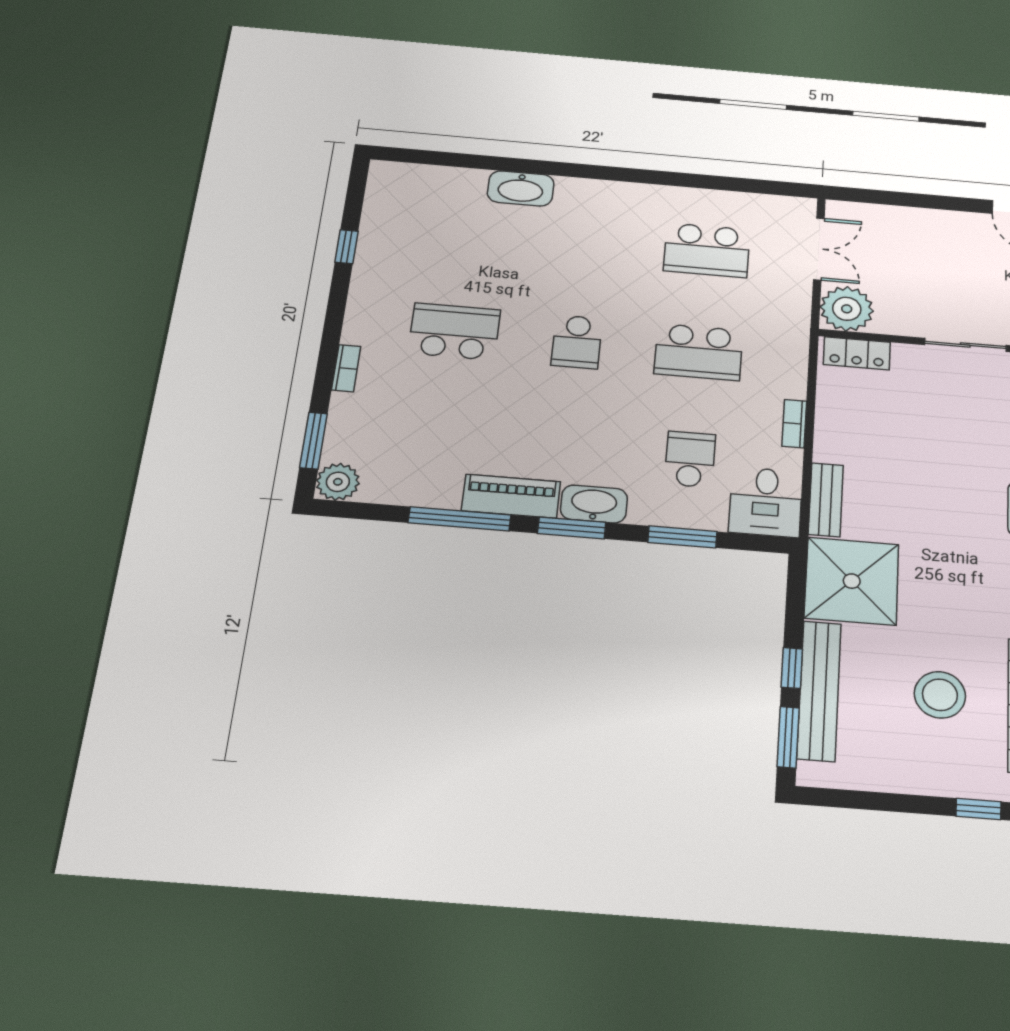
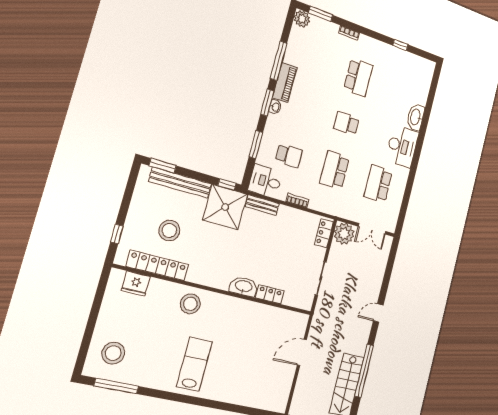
desk: (601, 209) -> (402, 146), added
washbasin: (594, 504) -> (275, 107), width x0.52, depth x0.69
window: (792, 668) -> (227, 184), moved

